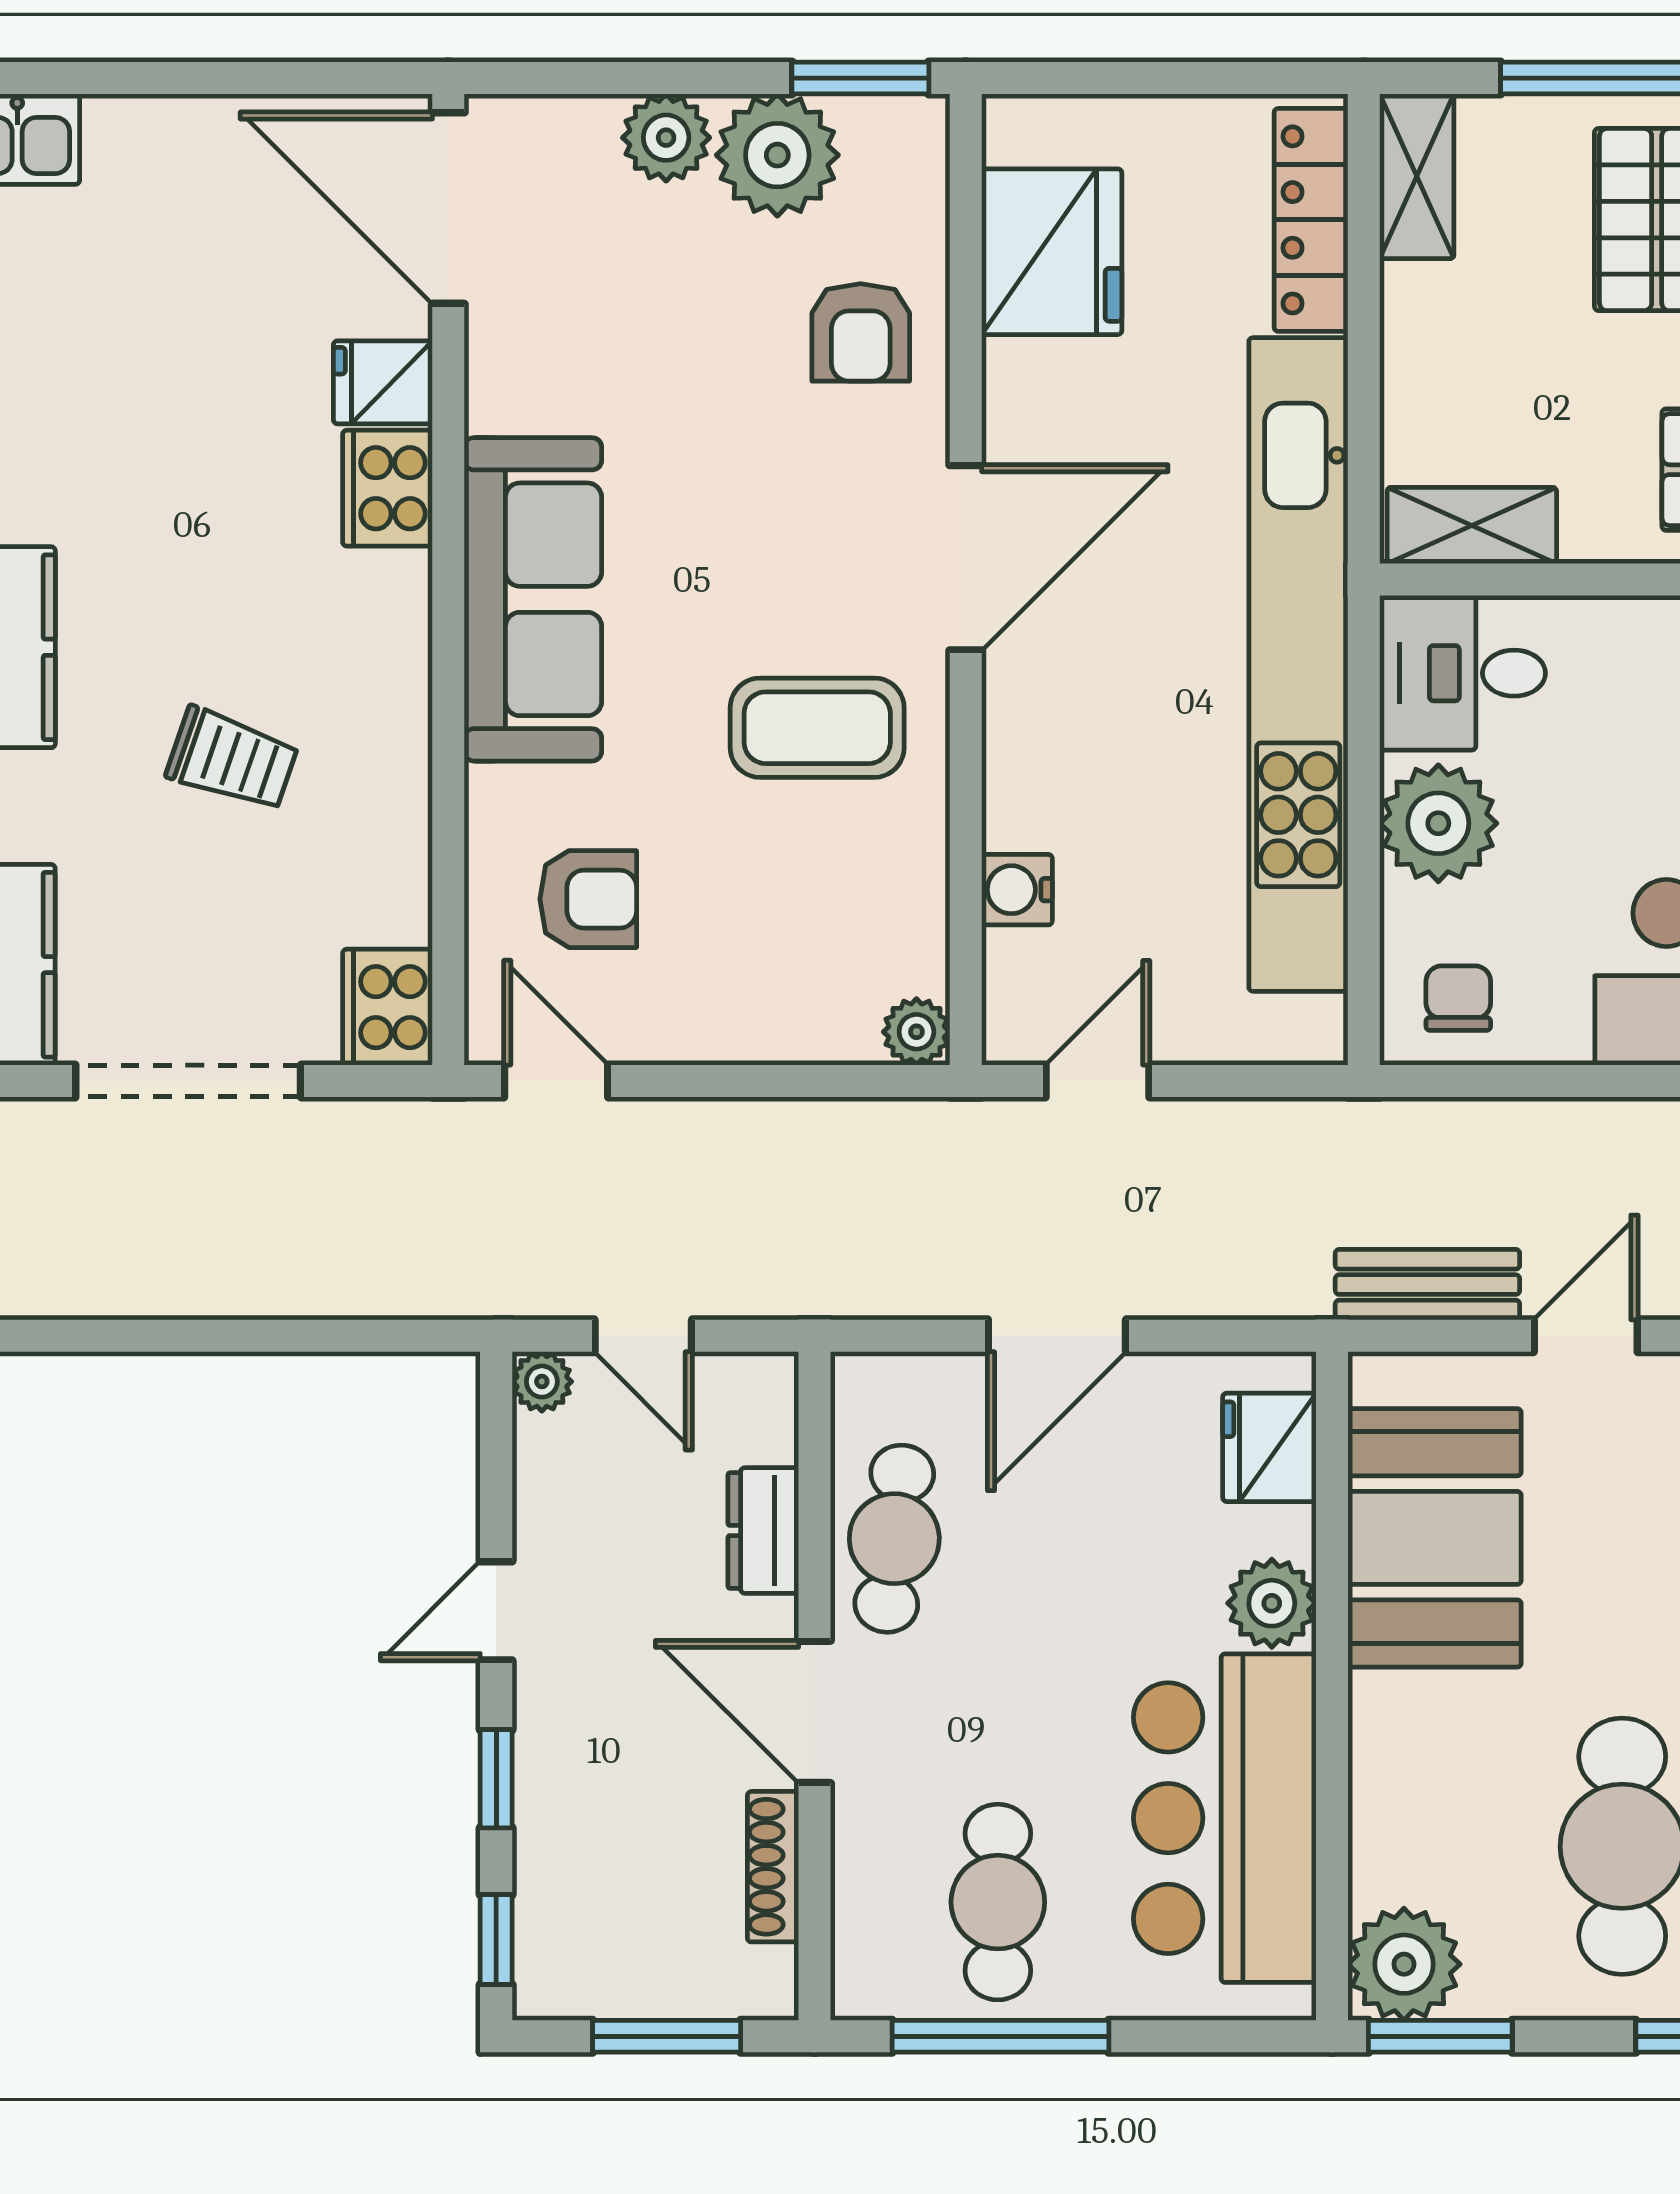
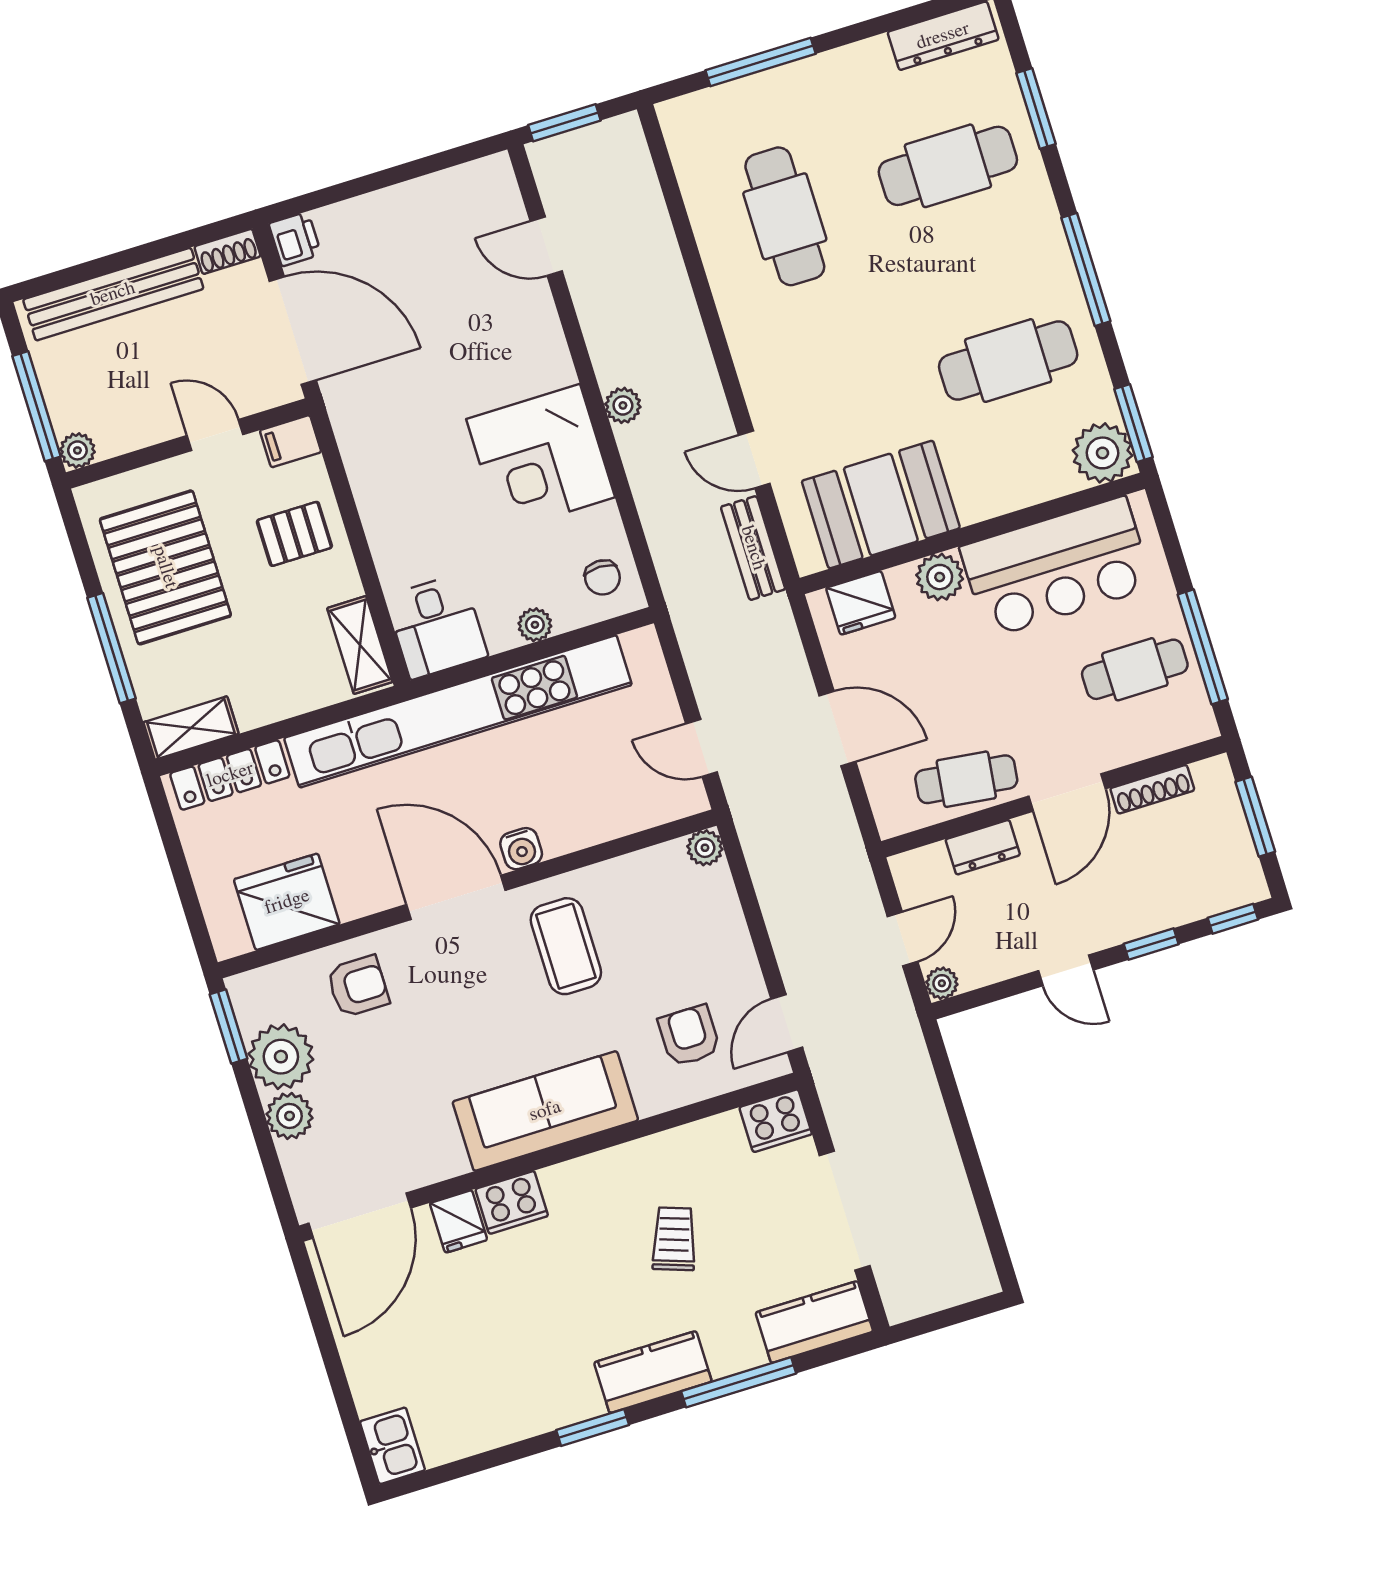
plant: (1438, 823) -> (535, 625), width x0.53, depth x0.53
water cooler: (1017, 890) -> (521, 849), moved
chair: (1458, 998) -> (602, 577), turned -90

